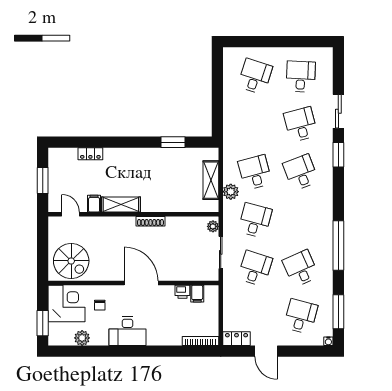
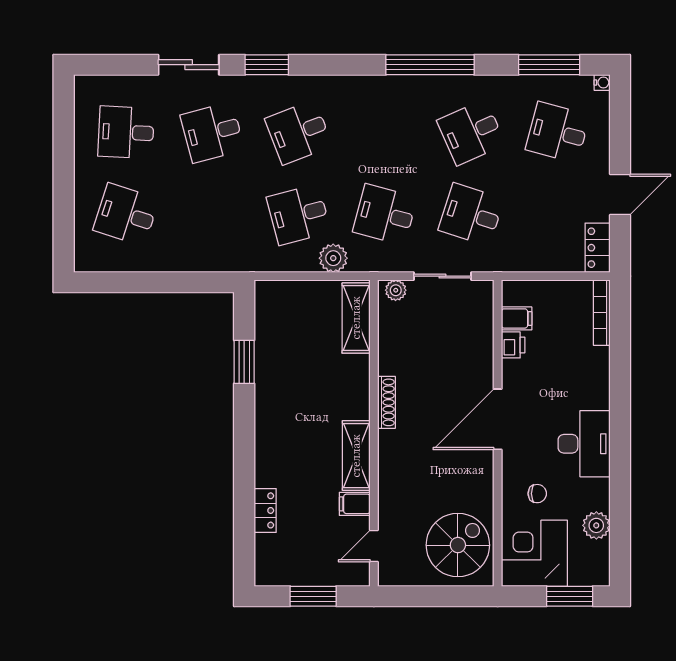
shelving: (211, 180) -> (356, 318), moved, turned 90

